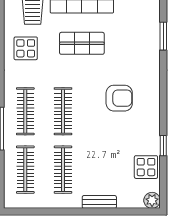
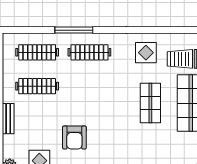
armchair: (119, 98) -> (74, 138), moved
clothes rail: (63, 111) -> (89, 86), removed

